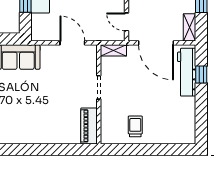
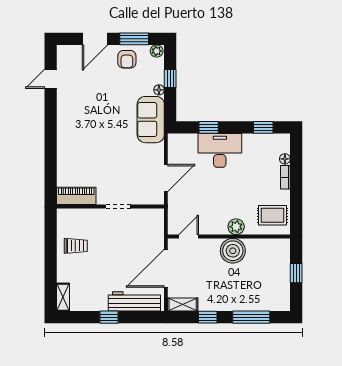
shelving: (113, 50) -> (63, 297), moved
window: (201, 75) -> (109, 317), moved

